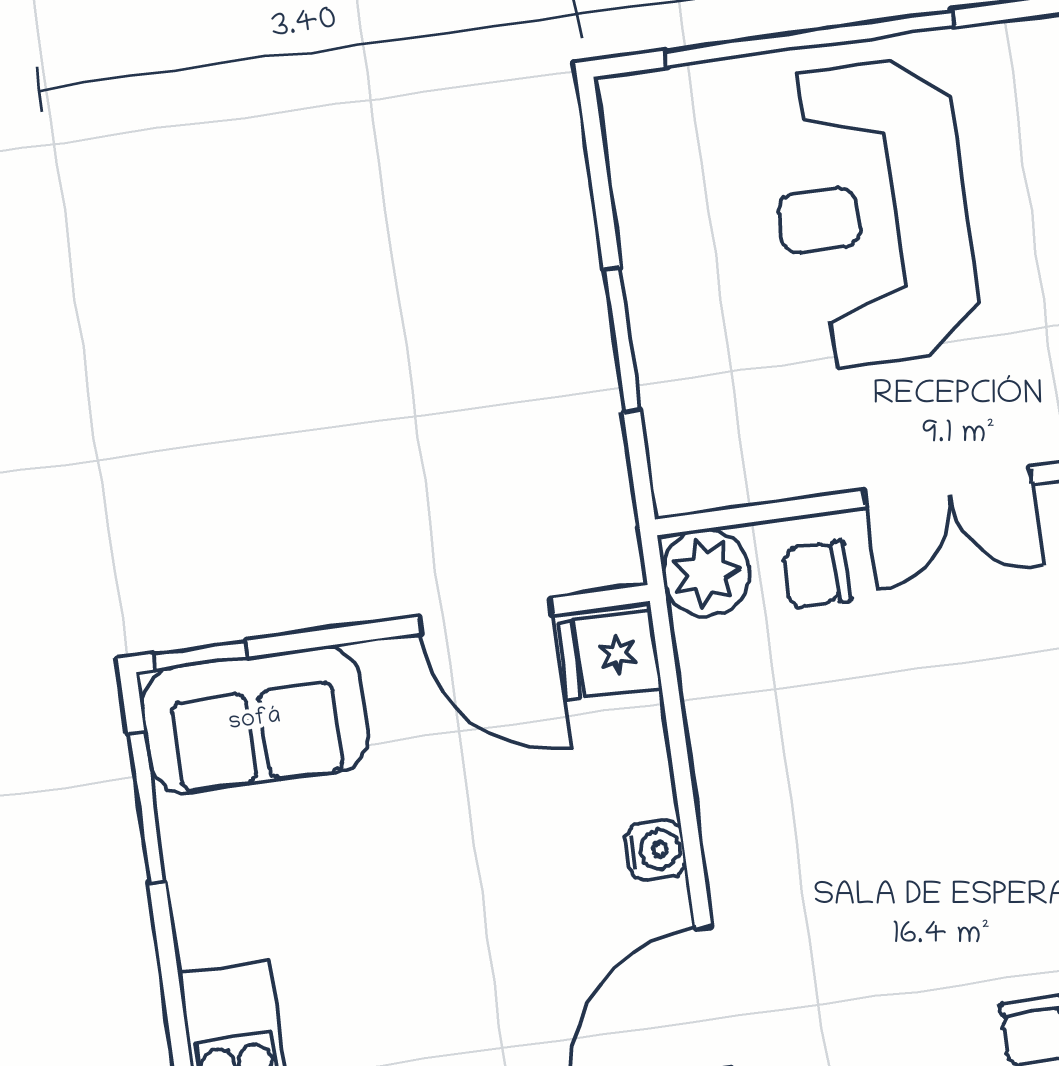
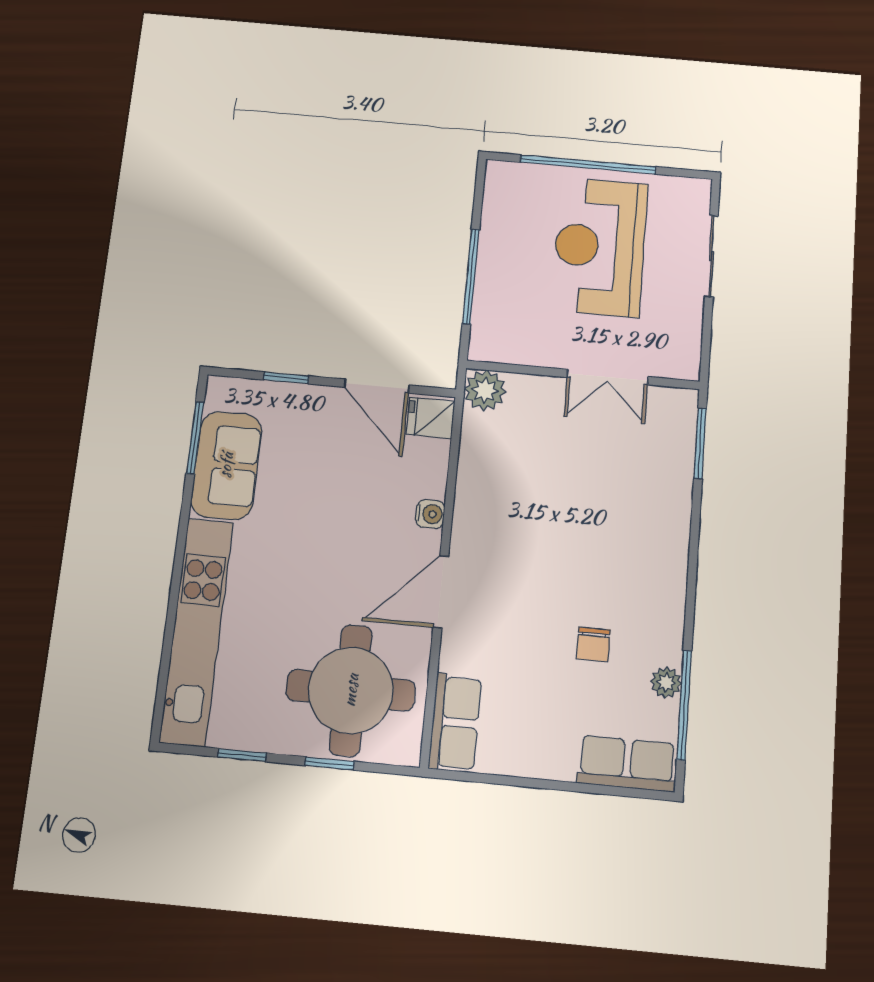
window: (622, 340) -> (471, 276), width x1.44
chair: (817, 574) -> (537, 403), removed
window: (201, 655) -> (286, 378), moved
sofa: (255, 720) -> (226, 465), moved, turned -90

